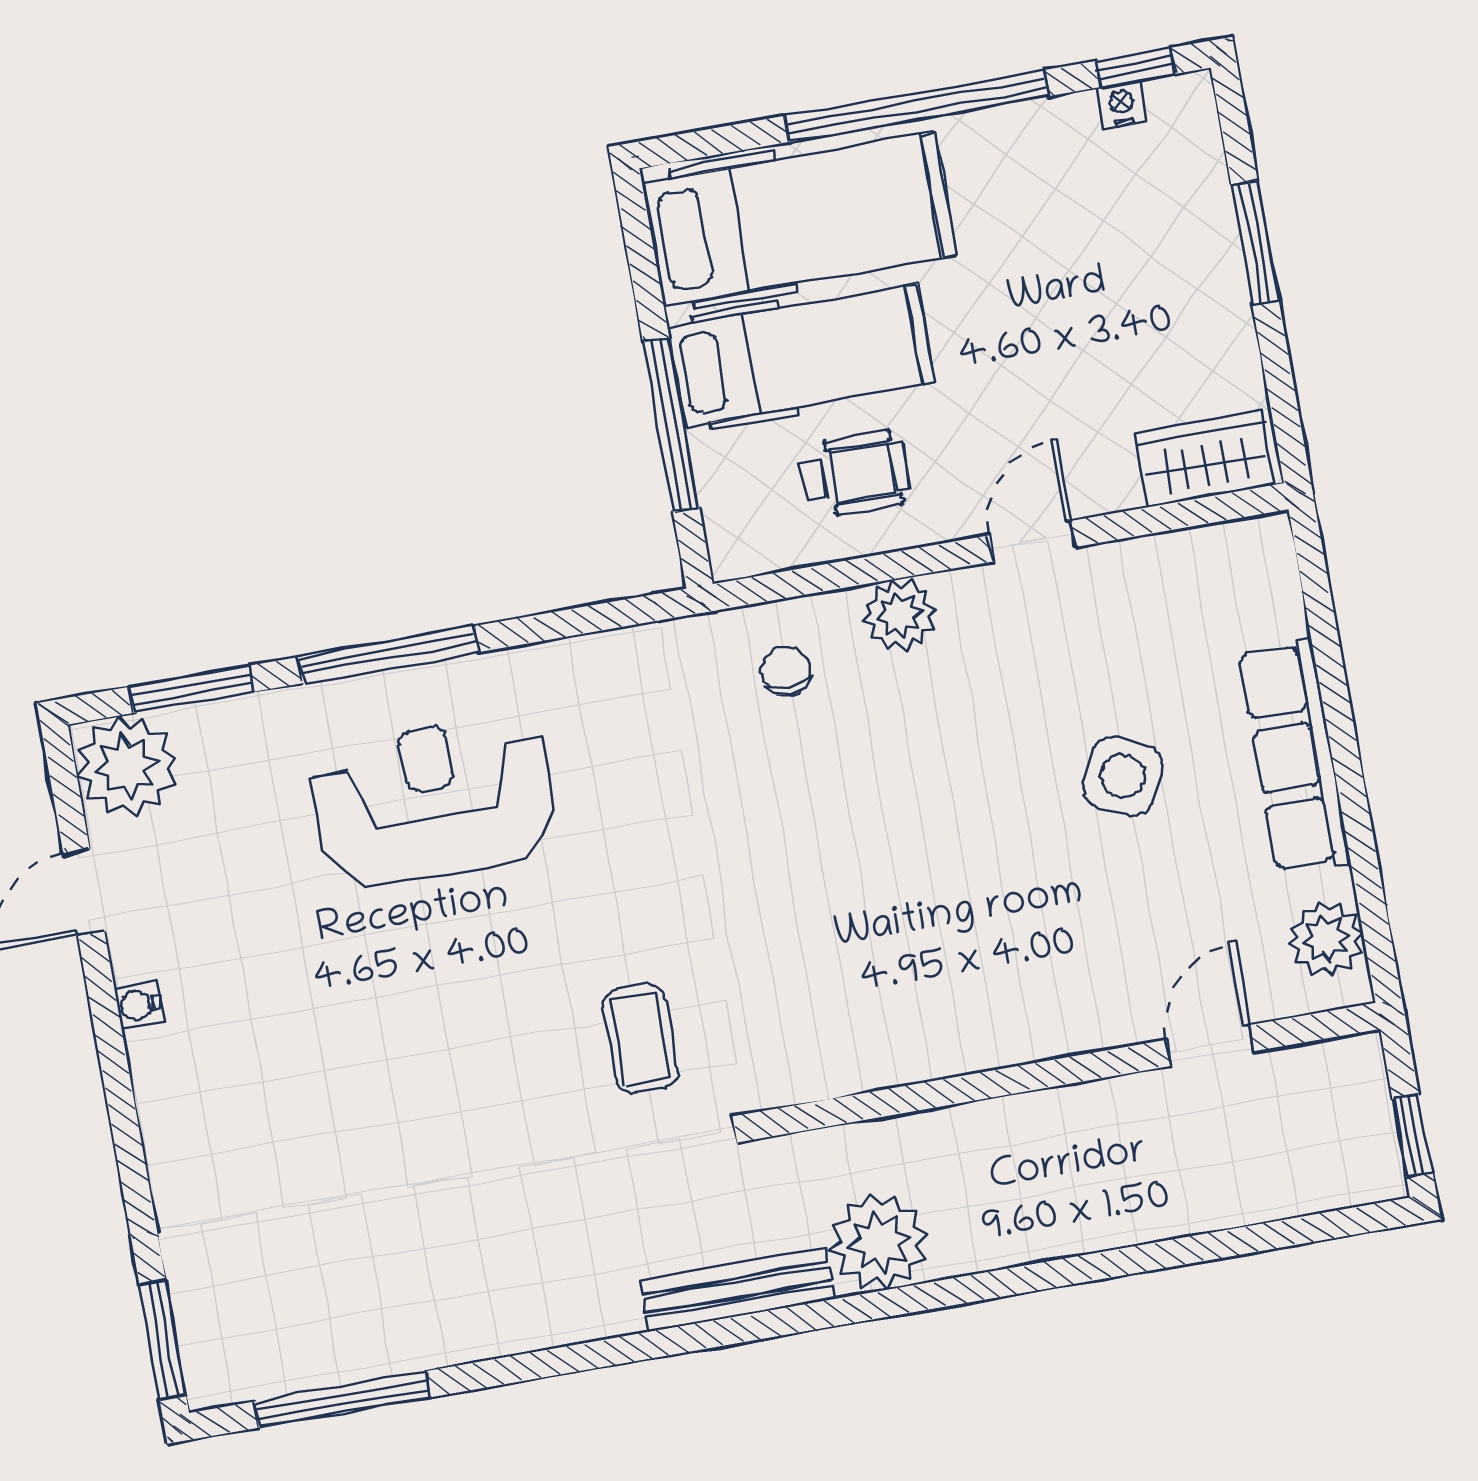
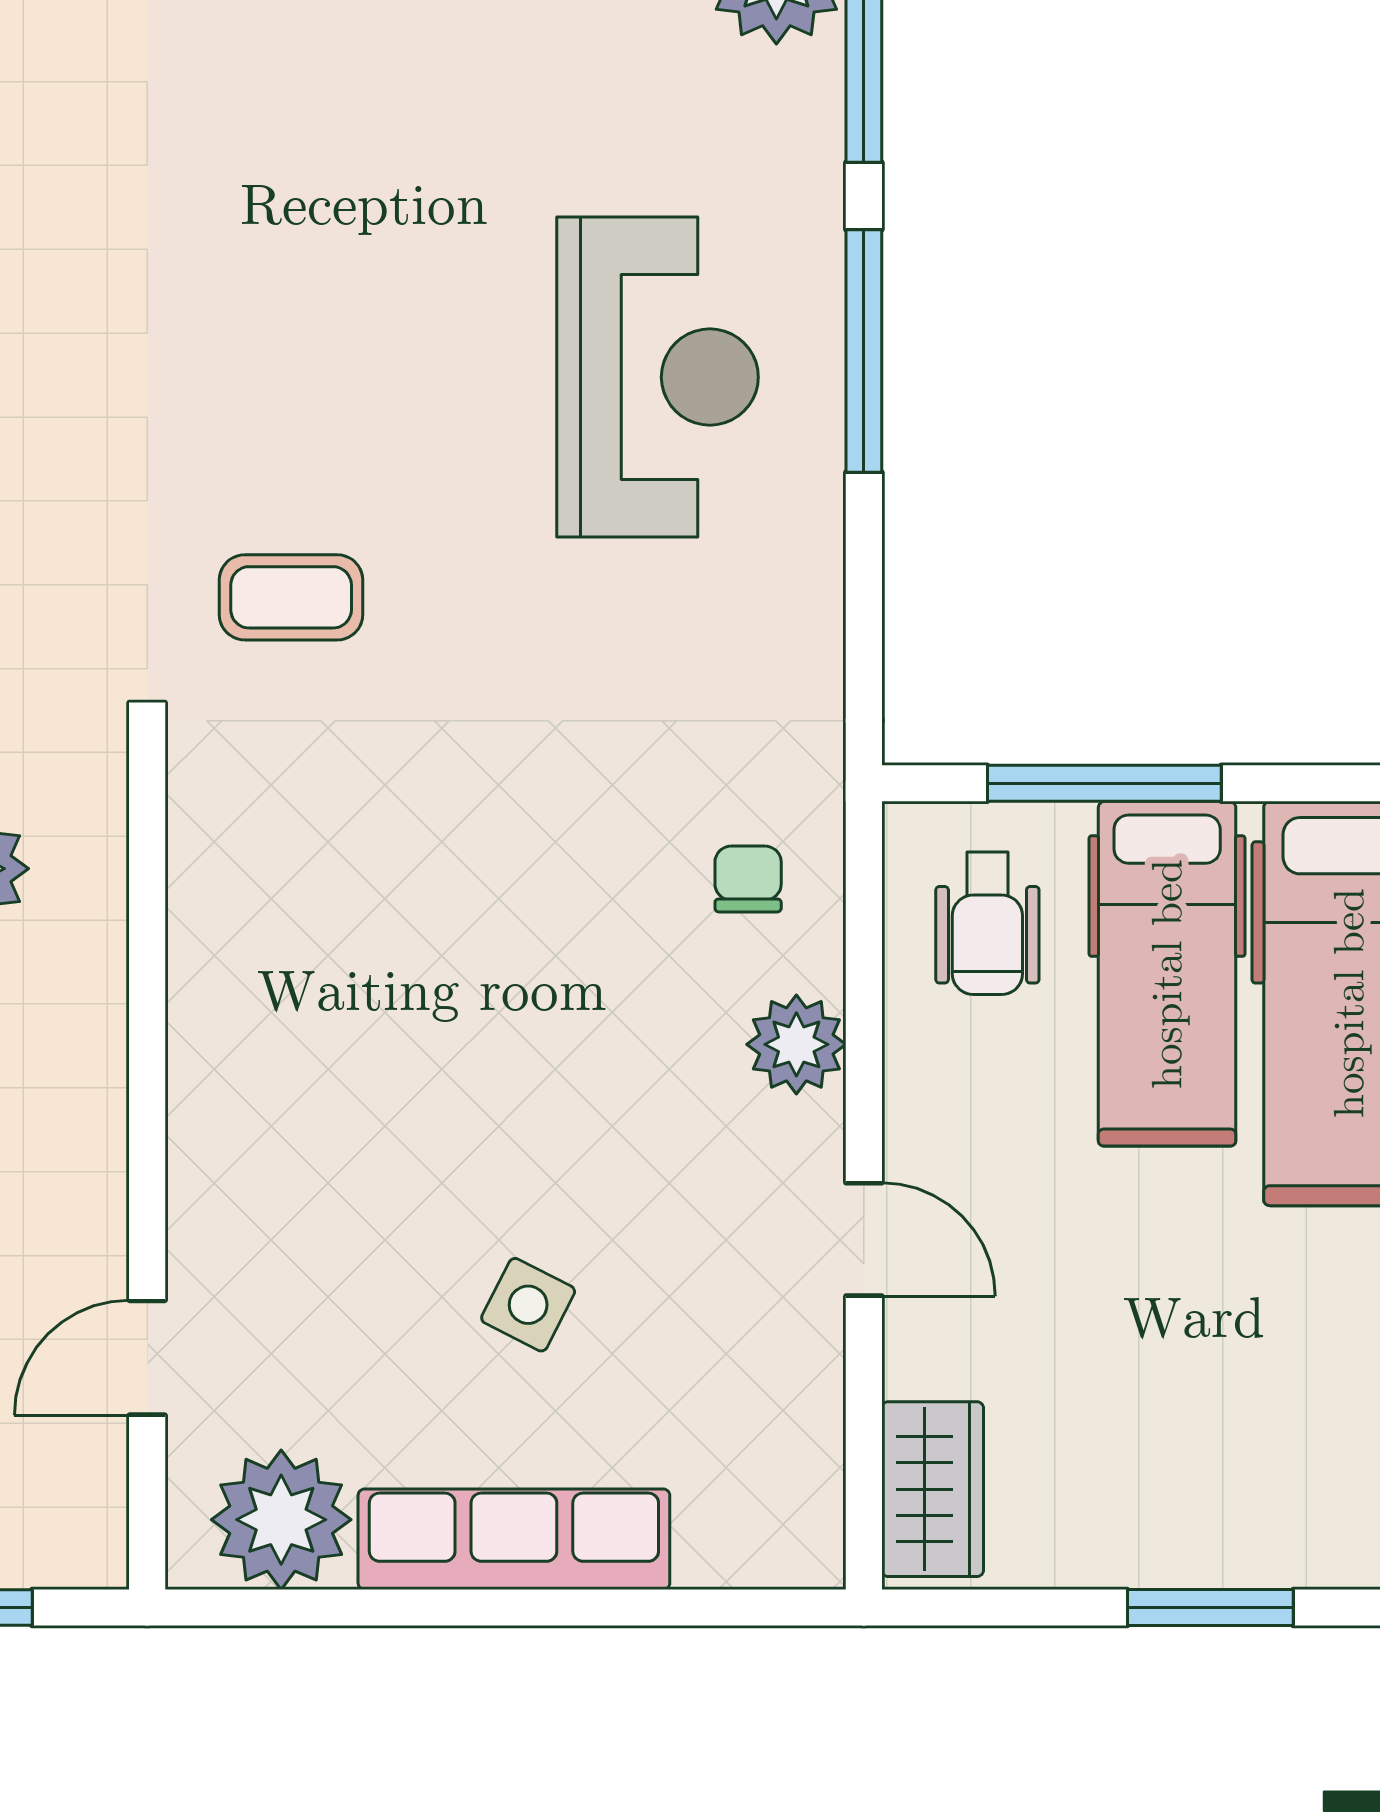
wheelchair: (855, 474) -> (987, 923), moved
chair: (786, 671) -> (748, 879), turned -90
side table: (1123, 776) -> (528, 1305), width x0.73, depth x0.73
plant: (1326, 939) -> (281, 1520), width x1.36, depth x1.36
door: (1210, 1046) -> (147, 1358), swing flipped

